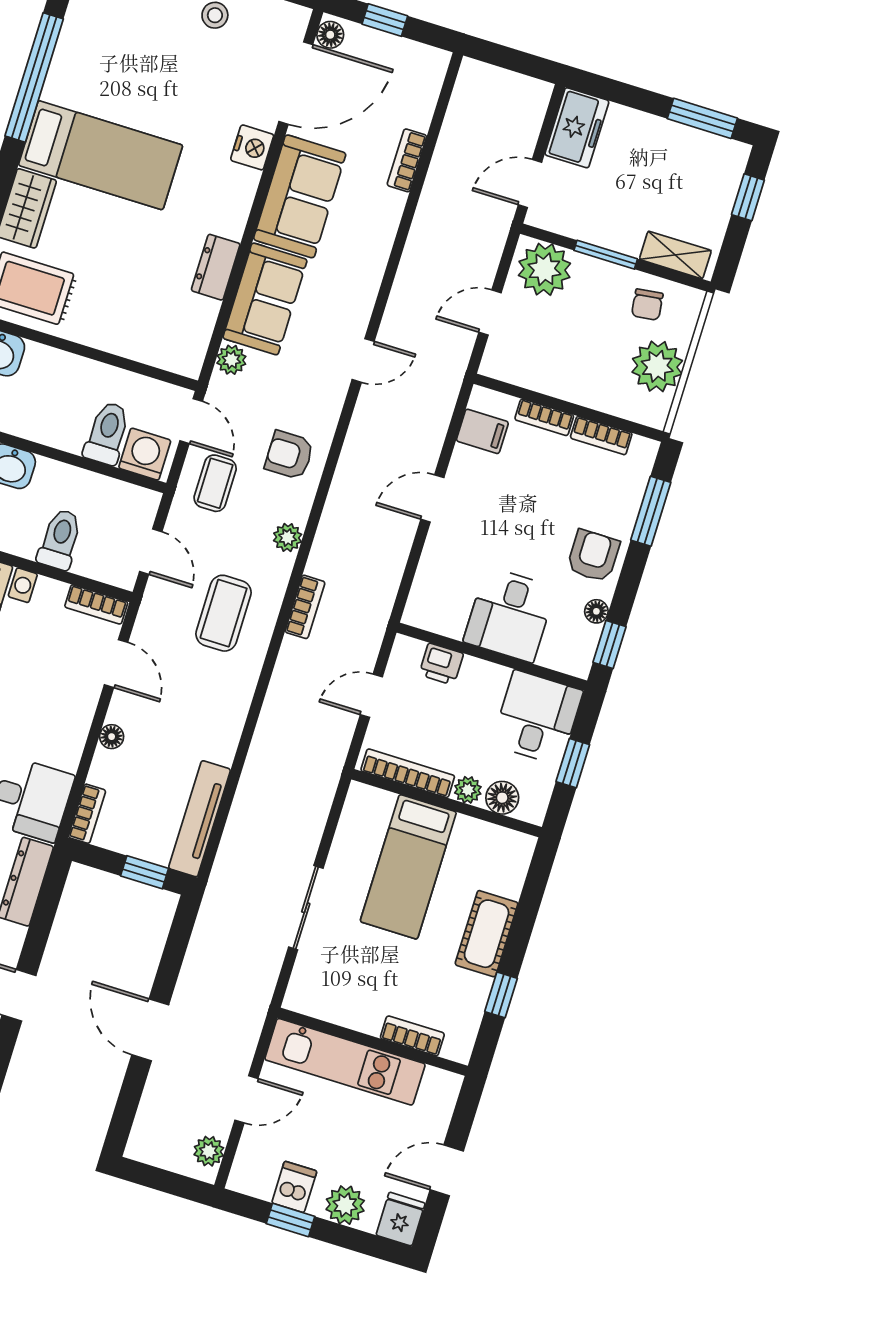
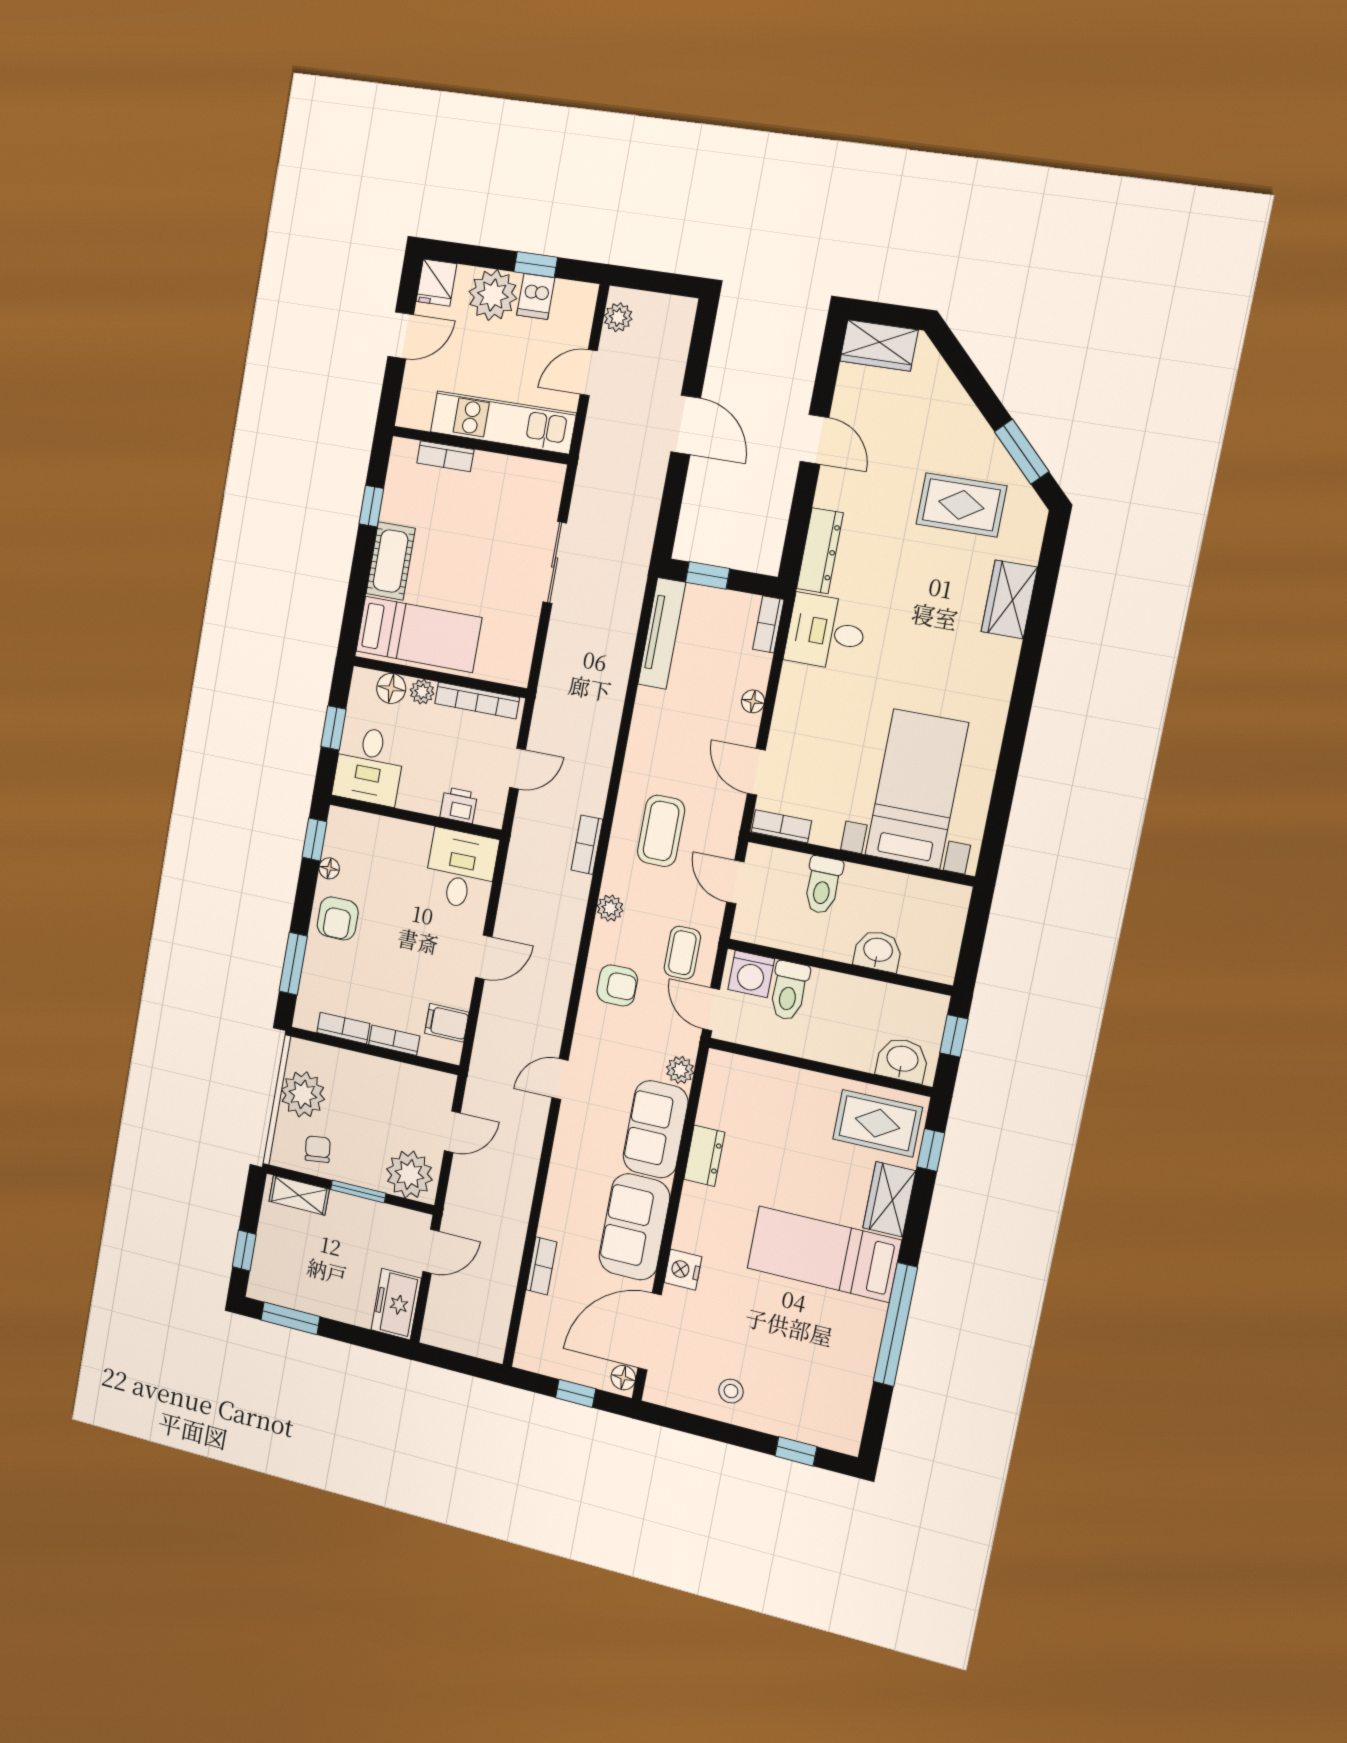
desk: (510, 615) -> (461, 869), moved
bed: (408, 867) -> (419, 634), moved, turned 90
plant: (345, 1205) -> (493, 295), width x1.36, depth x1.36

